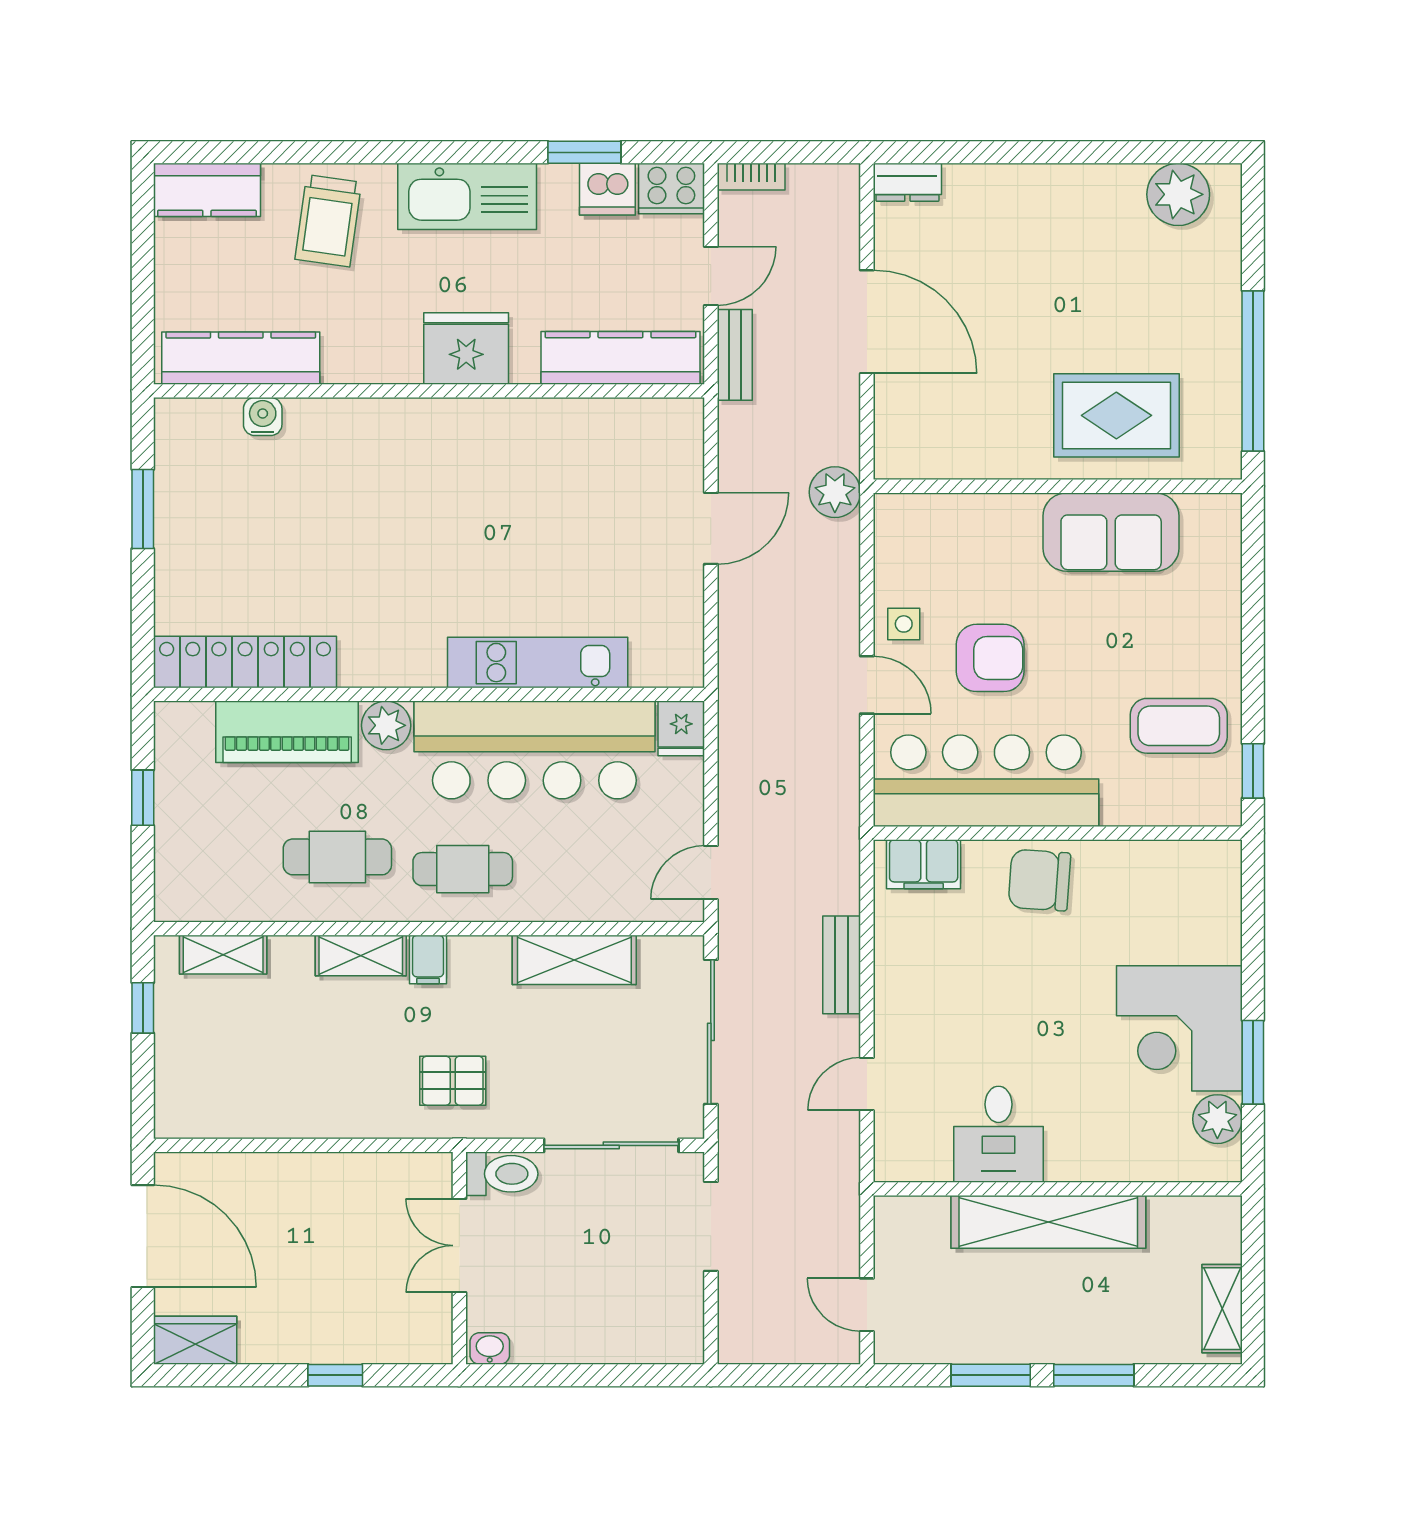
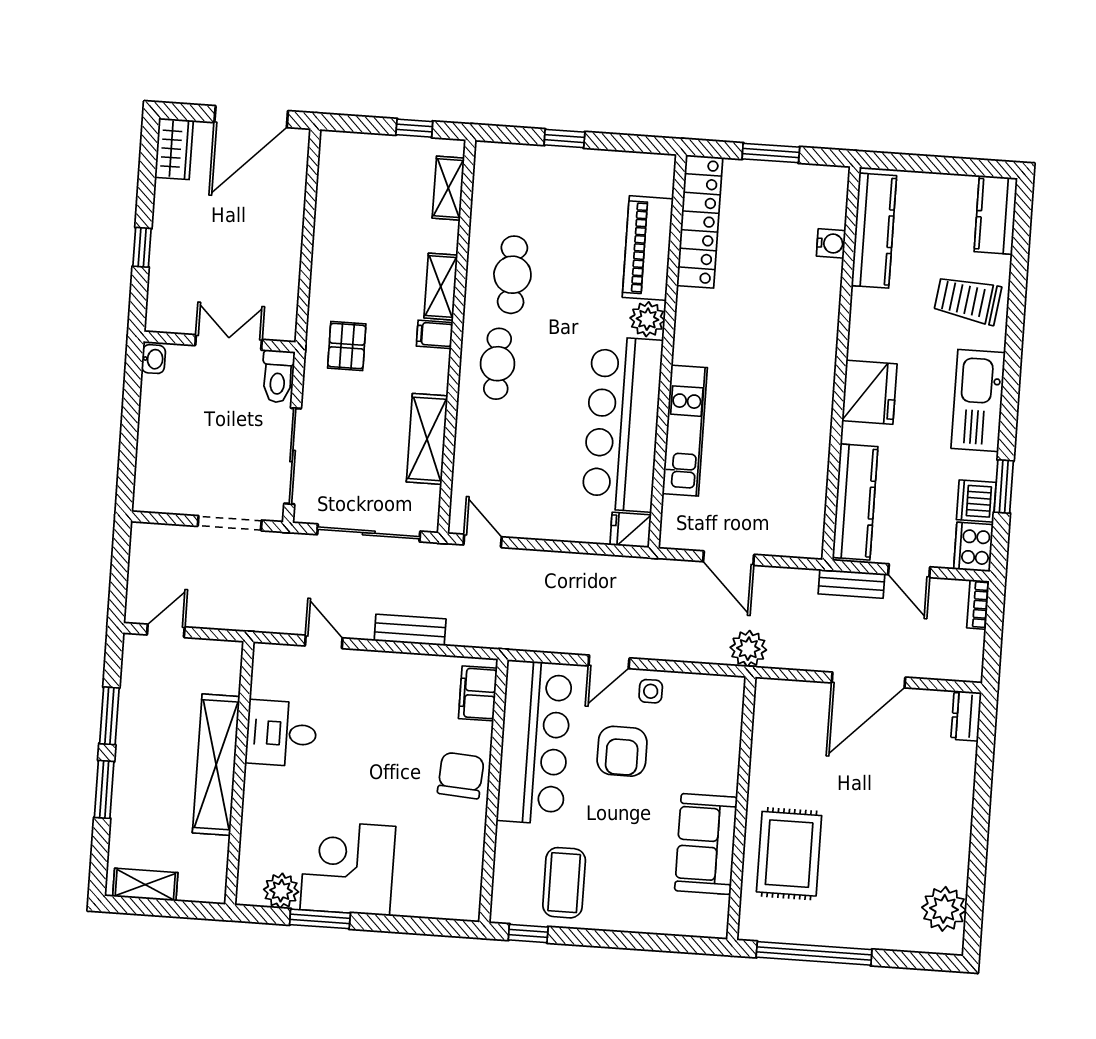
locker: (245, 662) -> (700, 222), moved
kitchen unit: (538, 663) -> (685, 431), moved
wall: (429, 694) -> (667, 351), moved
plant: (386, 725) -> (647, 319), moved
fridge: (681, 728) -> (631, 530), moved
piano: (287, 732) -> (648, 248), moved
bar counter: (534, 750) -> (622, 424), moved

